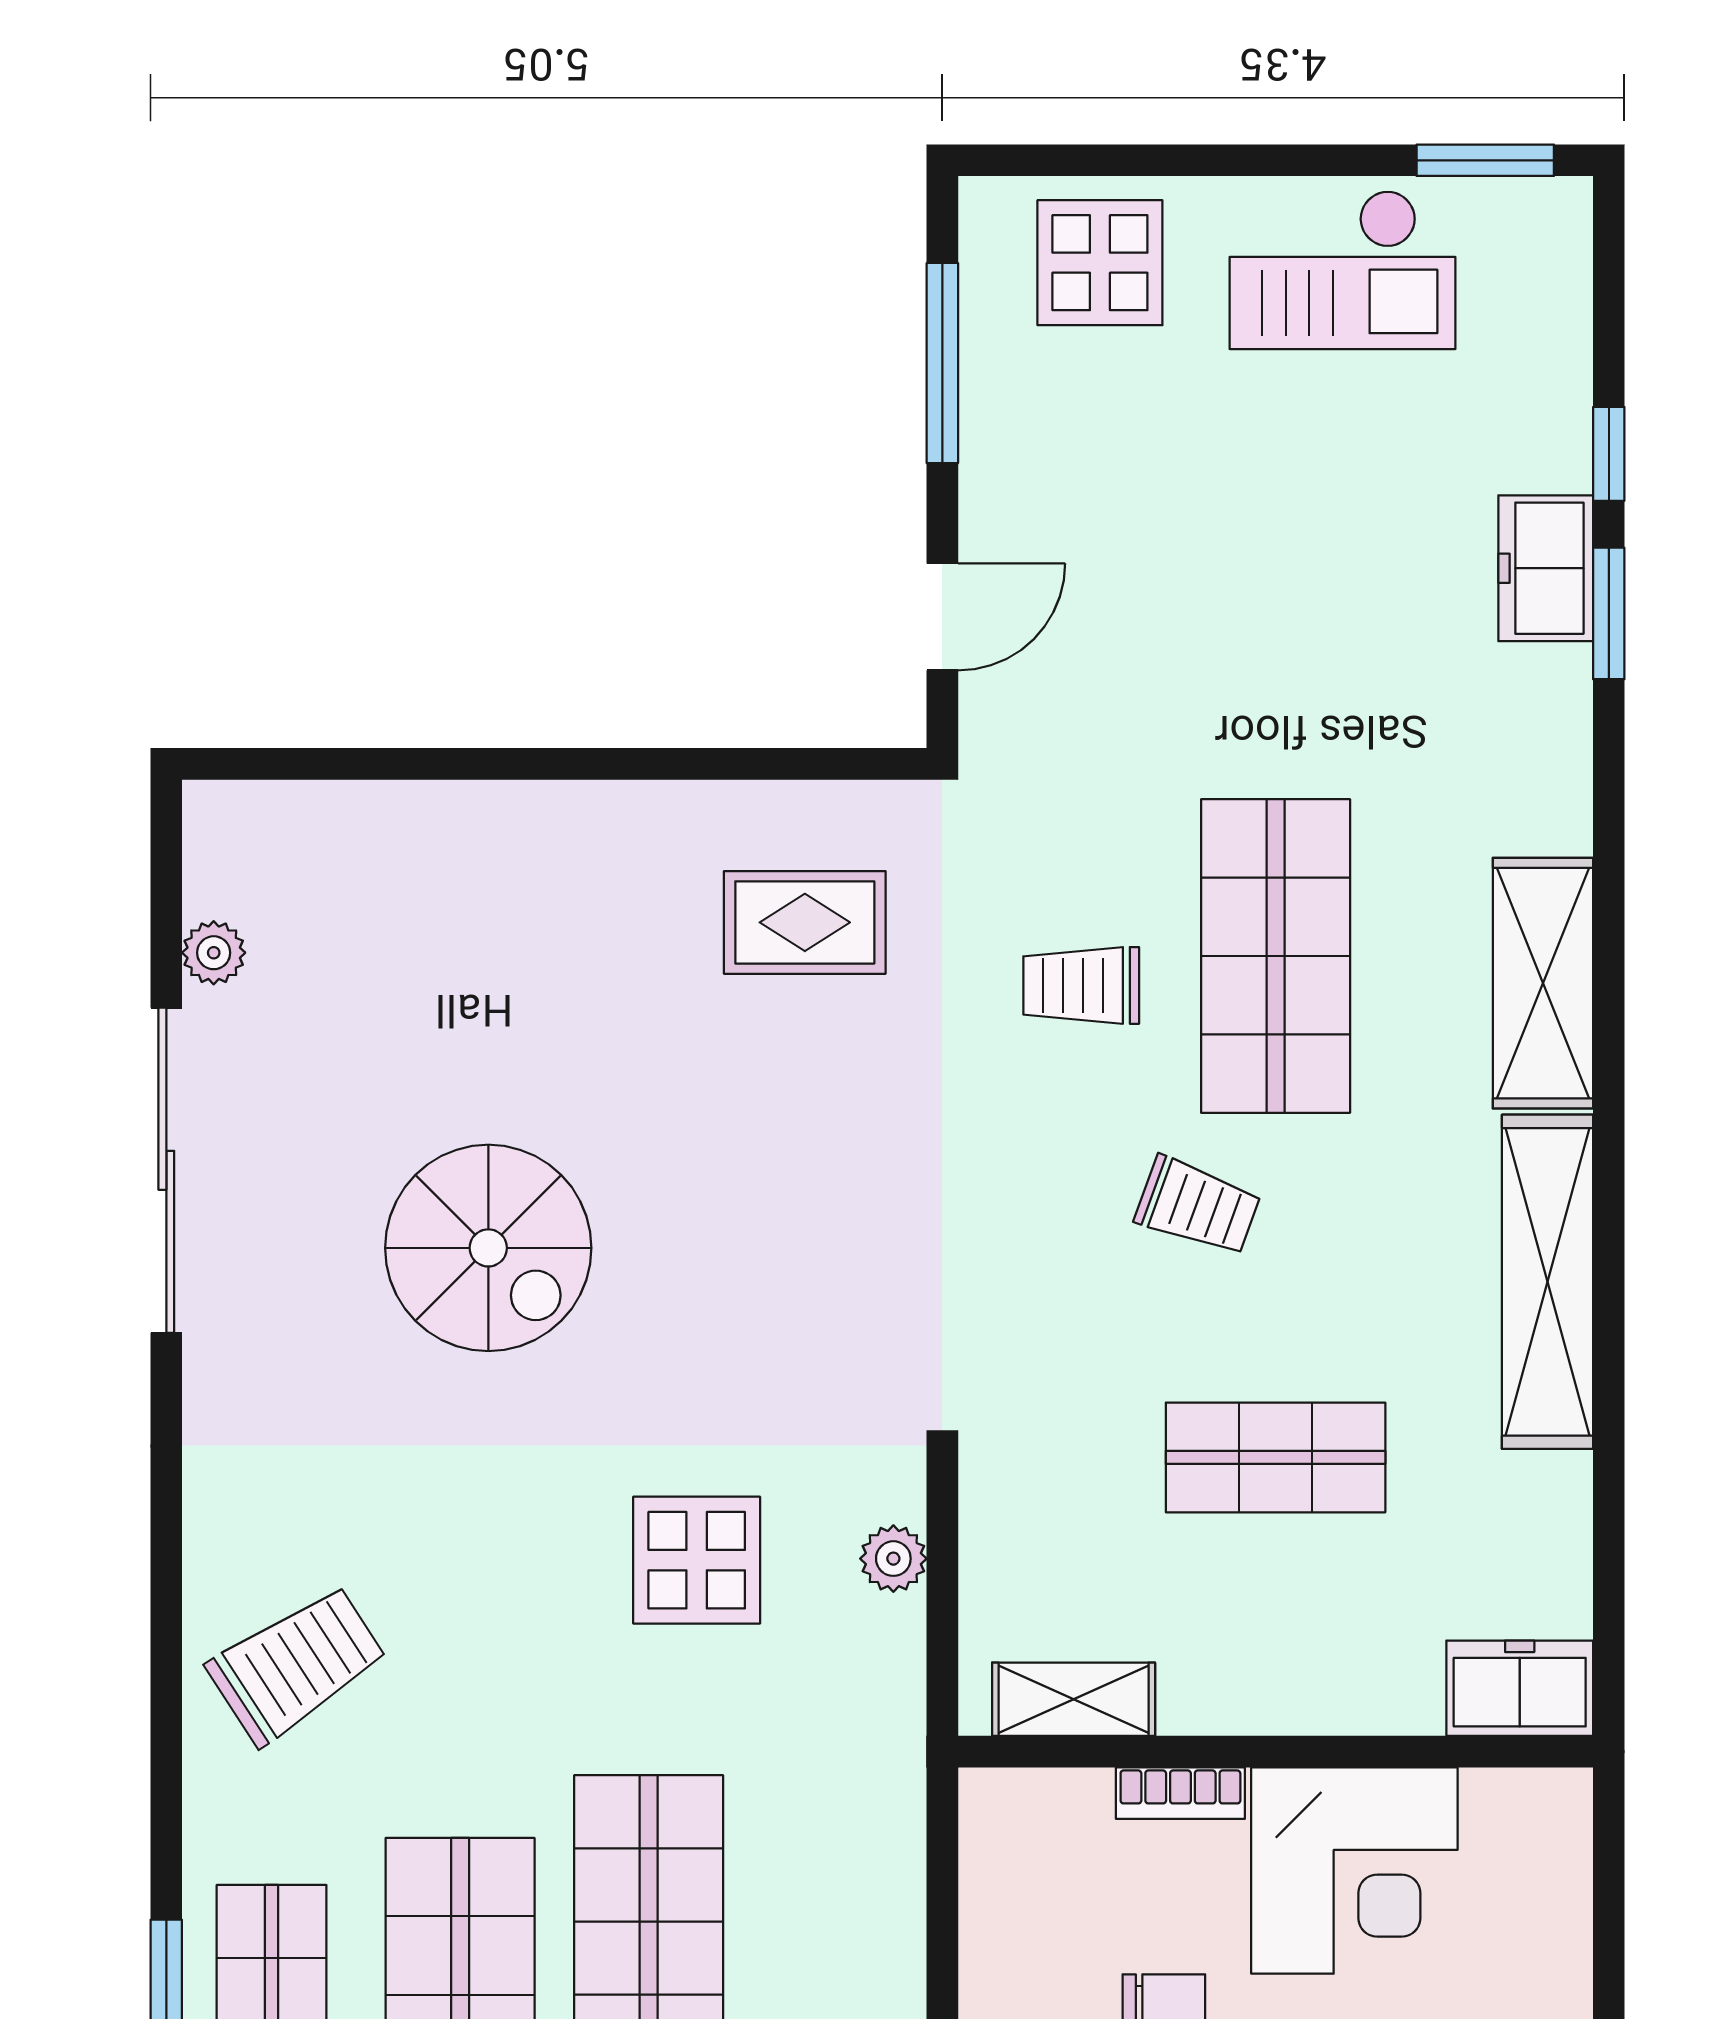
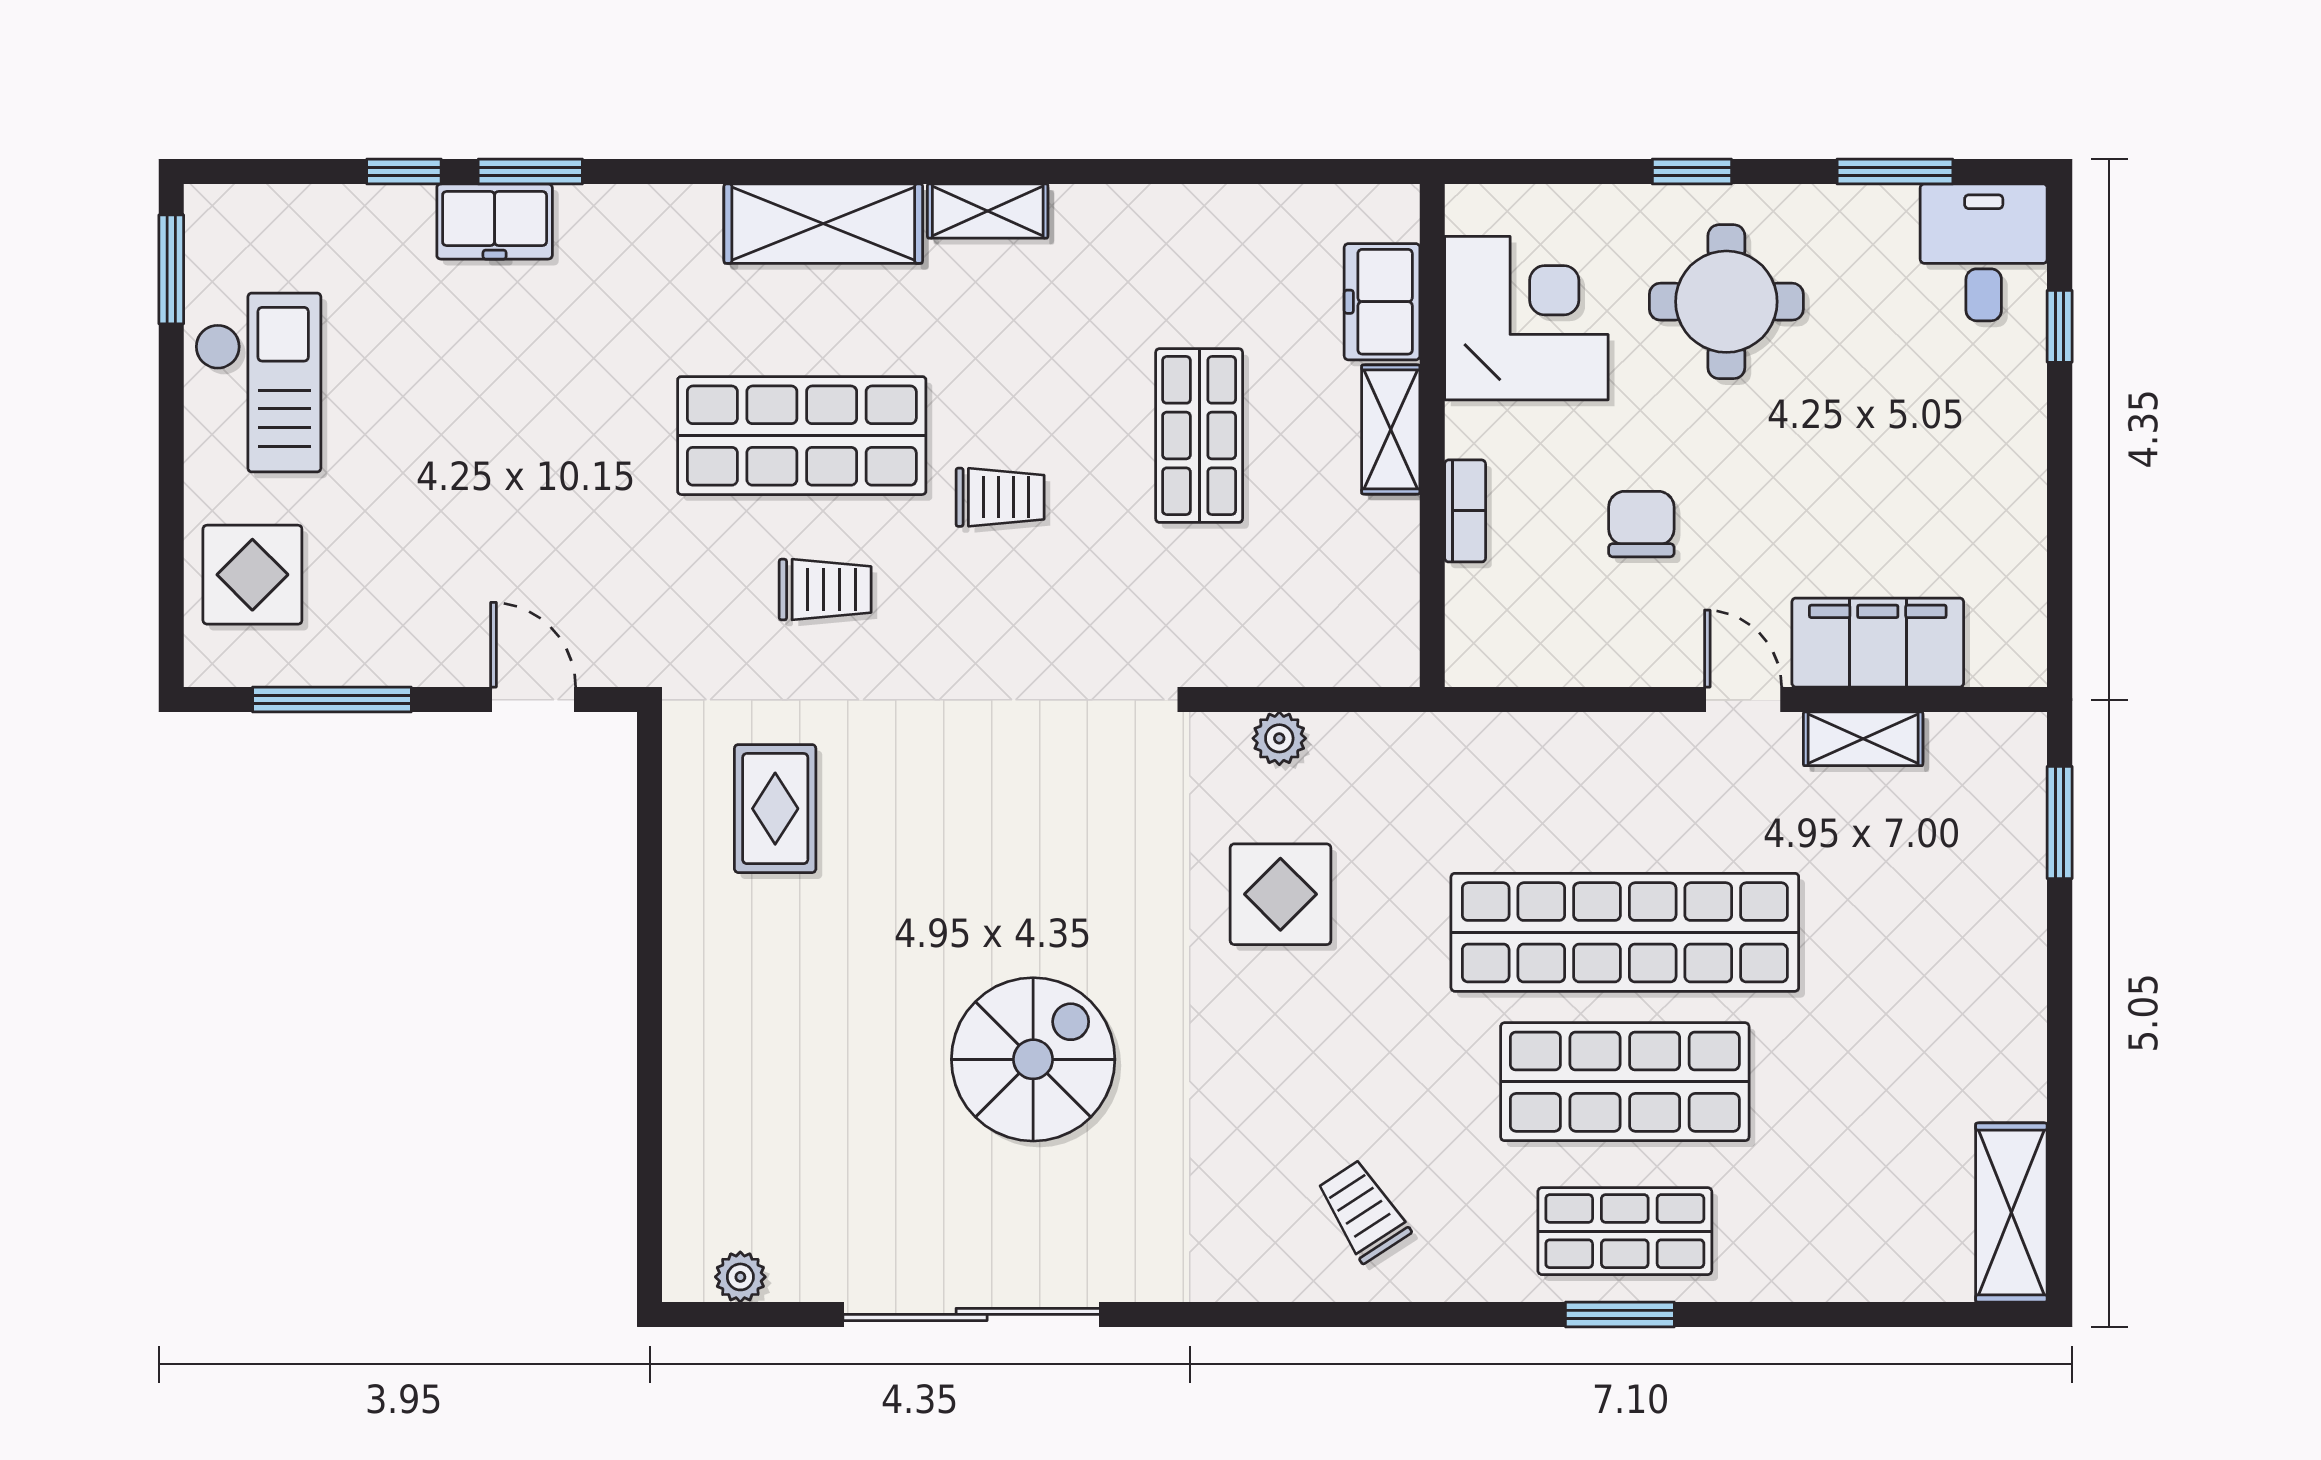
plant: (214, 953) -> (740, 1277), moved
trolley: (1081, 985) -> (825, 590), turned -90
trolley: (1198, 1206) -> (1000, 497), turned 70
shelving: (1548, 1282) -> (988, 211), width x0.45, depth x0.75
trolley: (297, 1665) -> (1363, 1211), width x0.73, depth x0.72
freezer: (1520, 1688) -> (1382, 302), moved
shelving: (1074, 1699) -> (1391, 429), moved
corner desk: (1354, 1871) -> (1526, 318), moved

